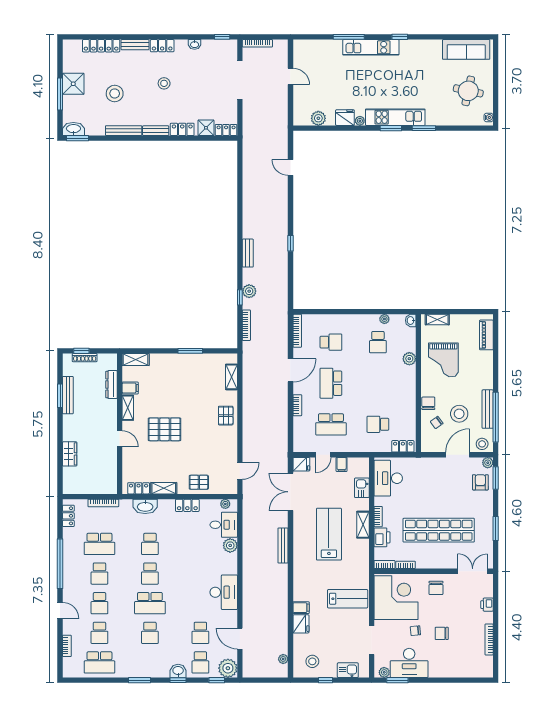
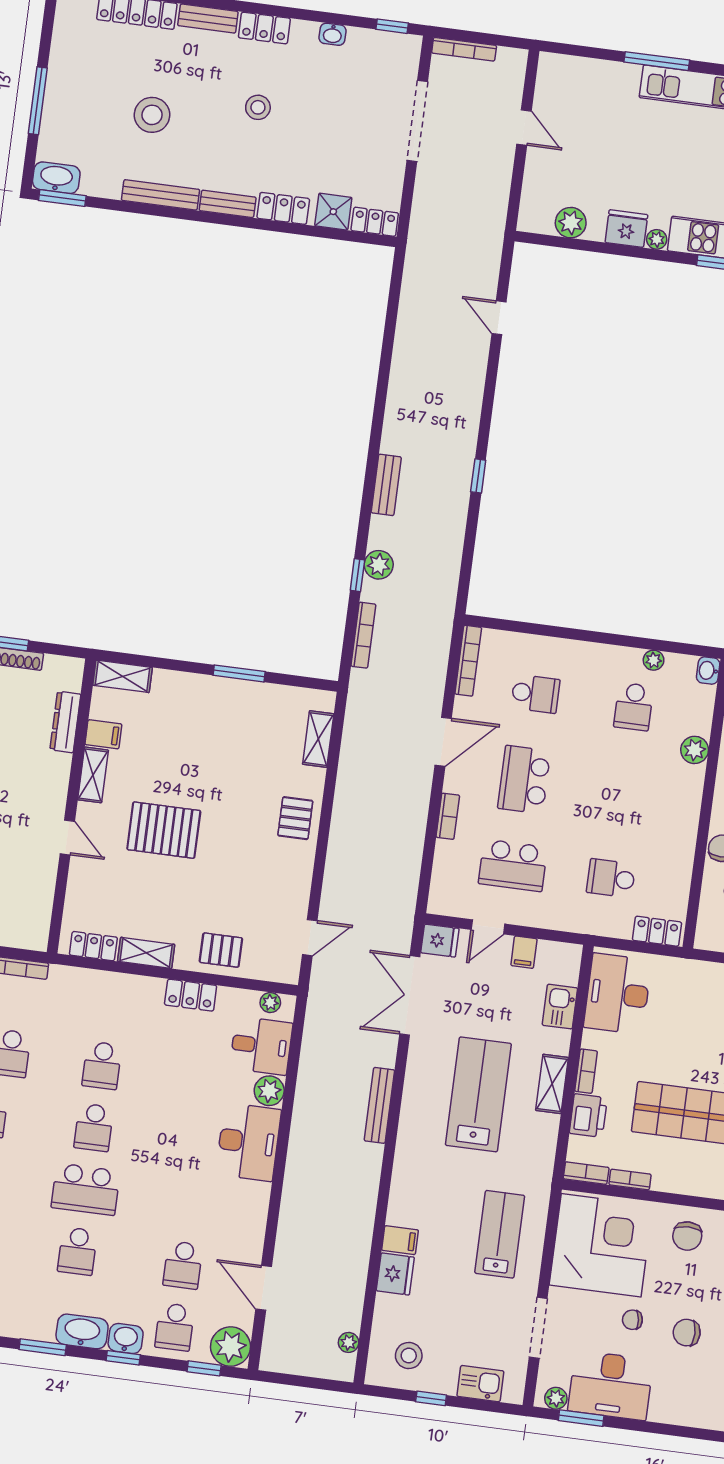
shower: (73, 84) -> (68, 83), removed
washbasin: (145, 506) -> (82, 1331), moved, turned 180
desk: (224, 592) -> (248, 1142), moved
lab bench: (348, 599) -> (500, 1234), turned -90

